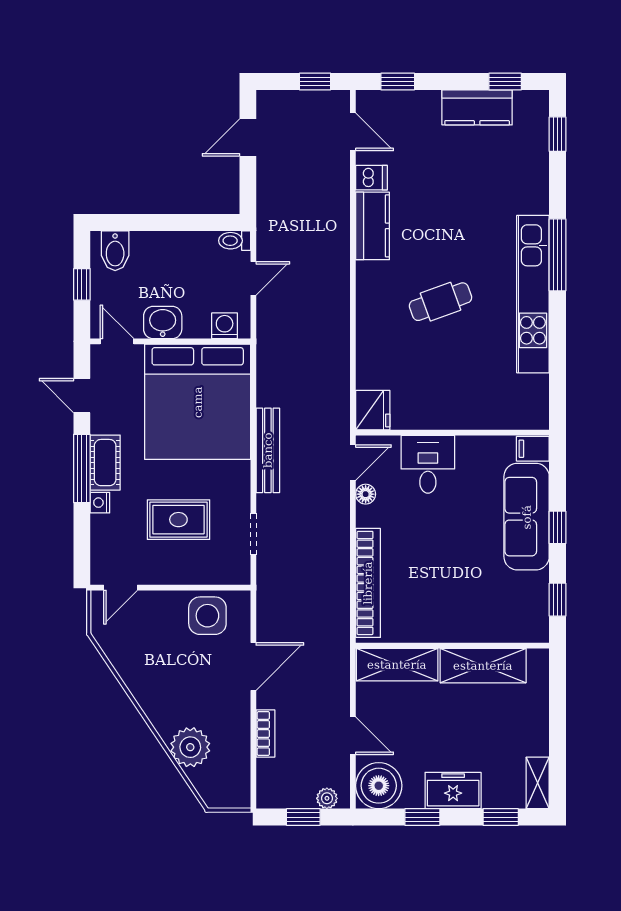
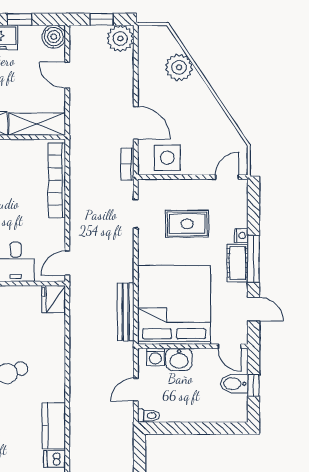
bidet: (115, 251) -> (234, 384), moved, turned -90
washbasin: (163, 323) -> (179, 359), moved
bench: (268, 450) -> (126, 312), moved
floor lamp: (366, 494) -> (58, 241), removed
door: (253, 666) -> (136, 123), swing flipped
bookcase: (266, 734) -> (127, 164), moved
boiler: (379, 786) -> (54, 37), width x0.73, depth x0.73
plant: (327, 798) -> (120, 38), moved, width x1.87, depth x1.87

